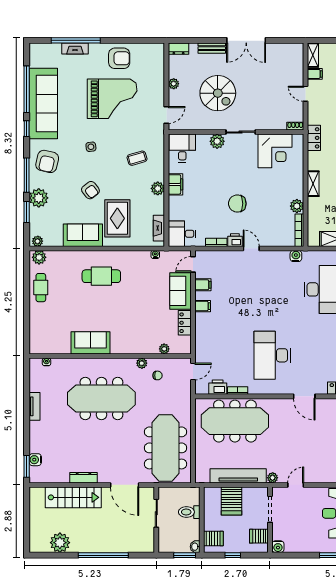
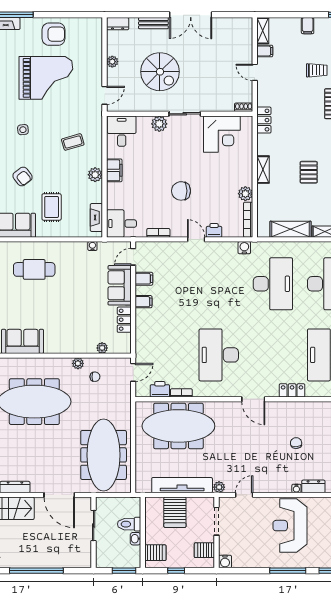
rug: (117, 218) -> (52, 207), width x0.73, depth x0.70
printer: (235, 240) -> (214, 230), moved
washbasin: (195, 547) -> (135, 539), moved

